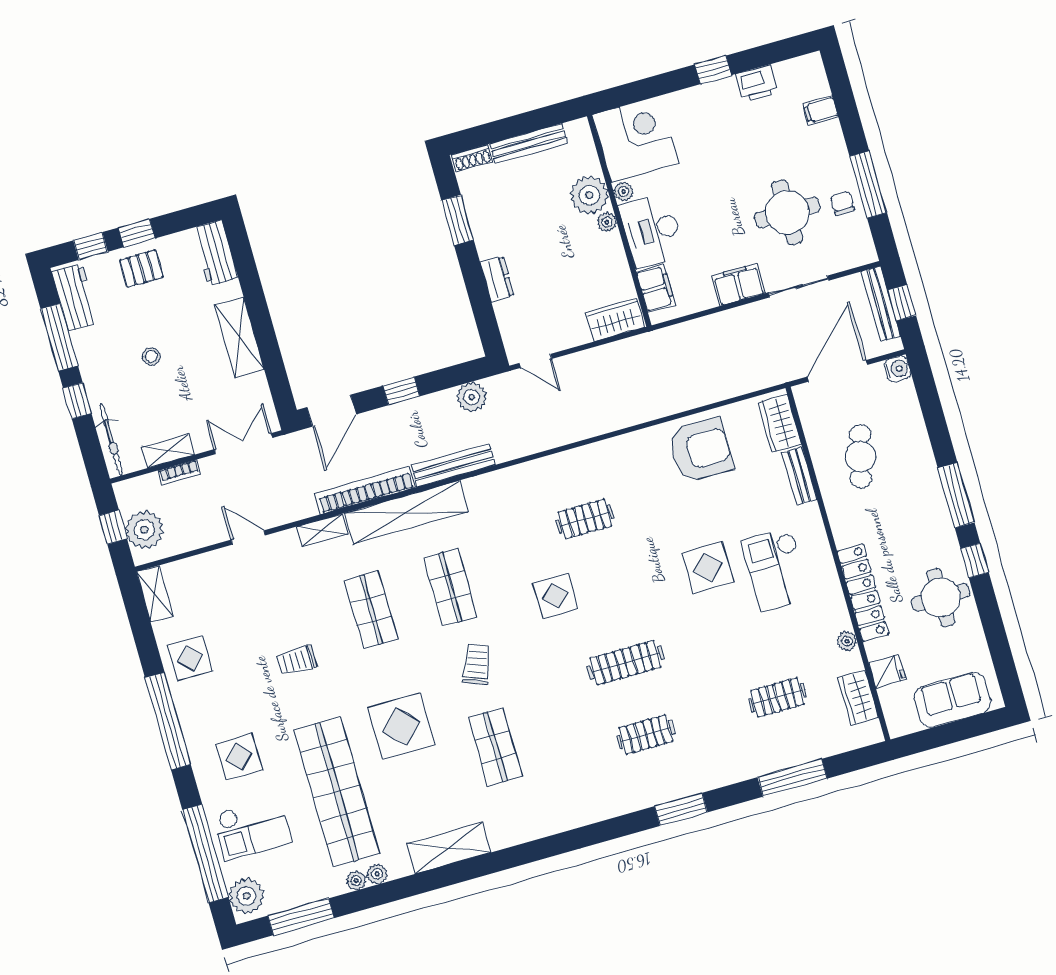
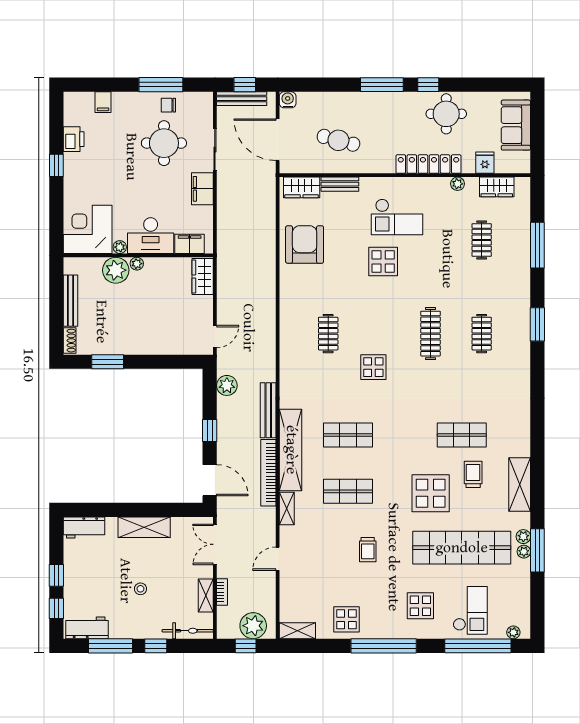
pallet: (141, 269) -> (81, 579), removed
dresser: (497, 279) -> (154, 347), removed
trolley: (477, 665) -> (473, 474), moved, turned 69
plant: (246, 896) -> (513, 632), width x0.53, depth x0.53
window: (301, 917) -> (537, 550), moved

